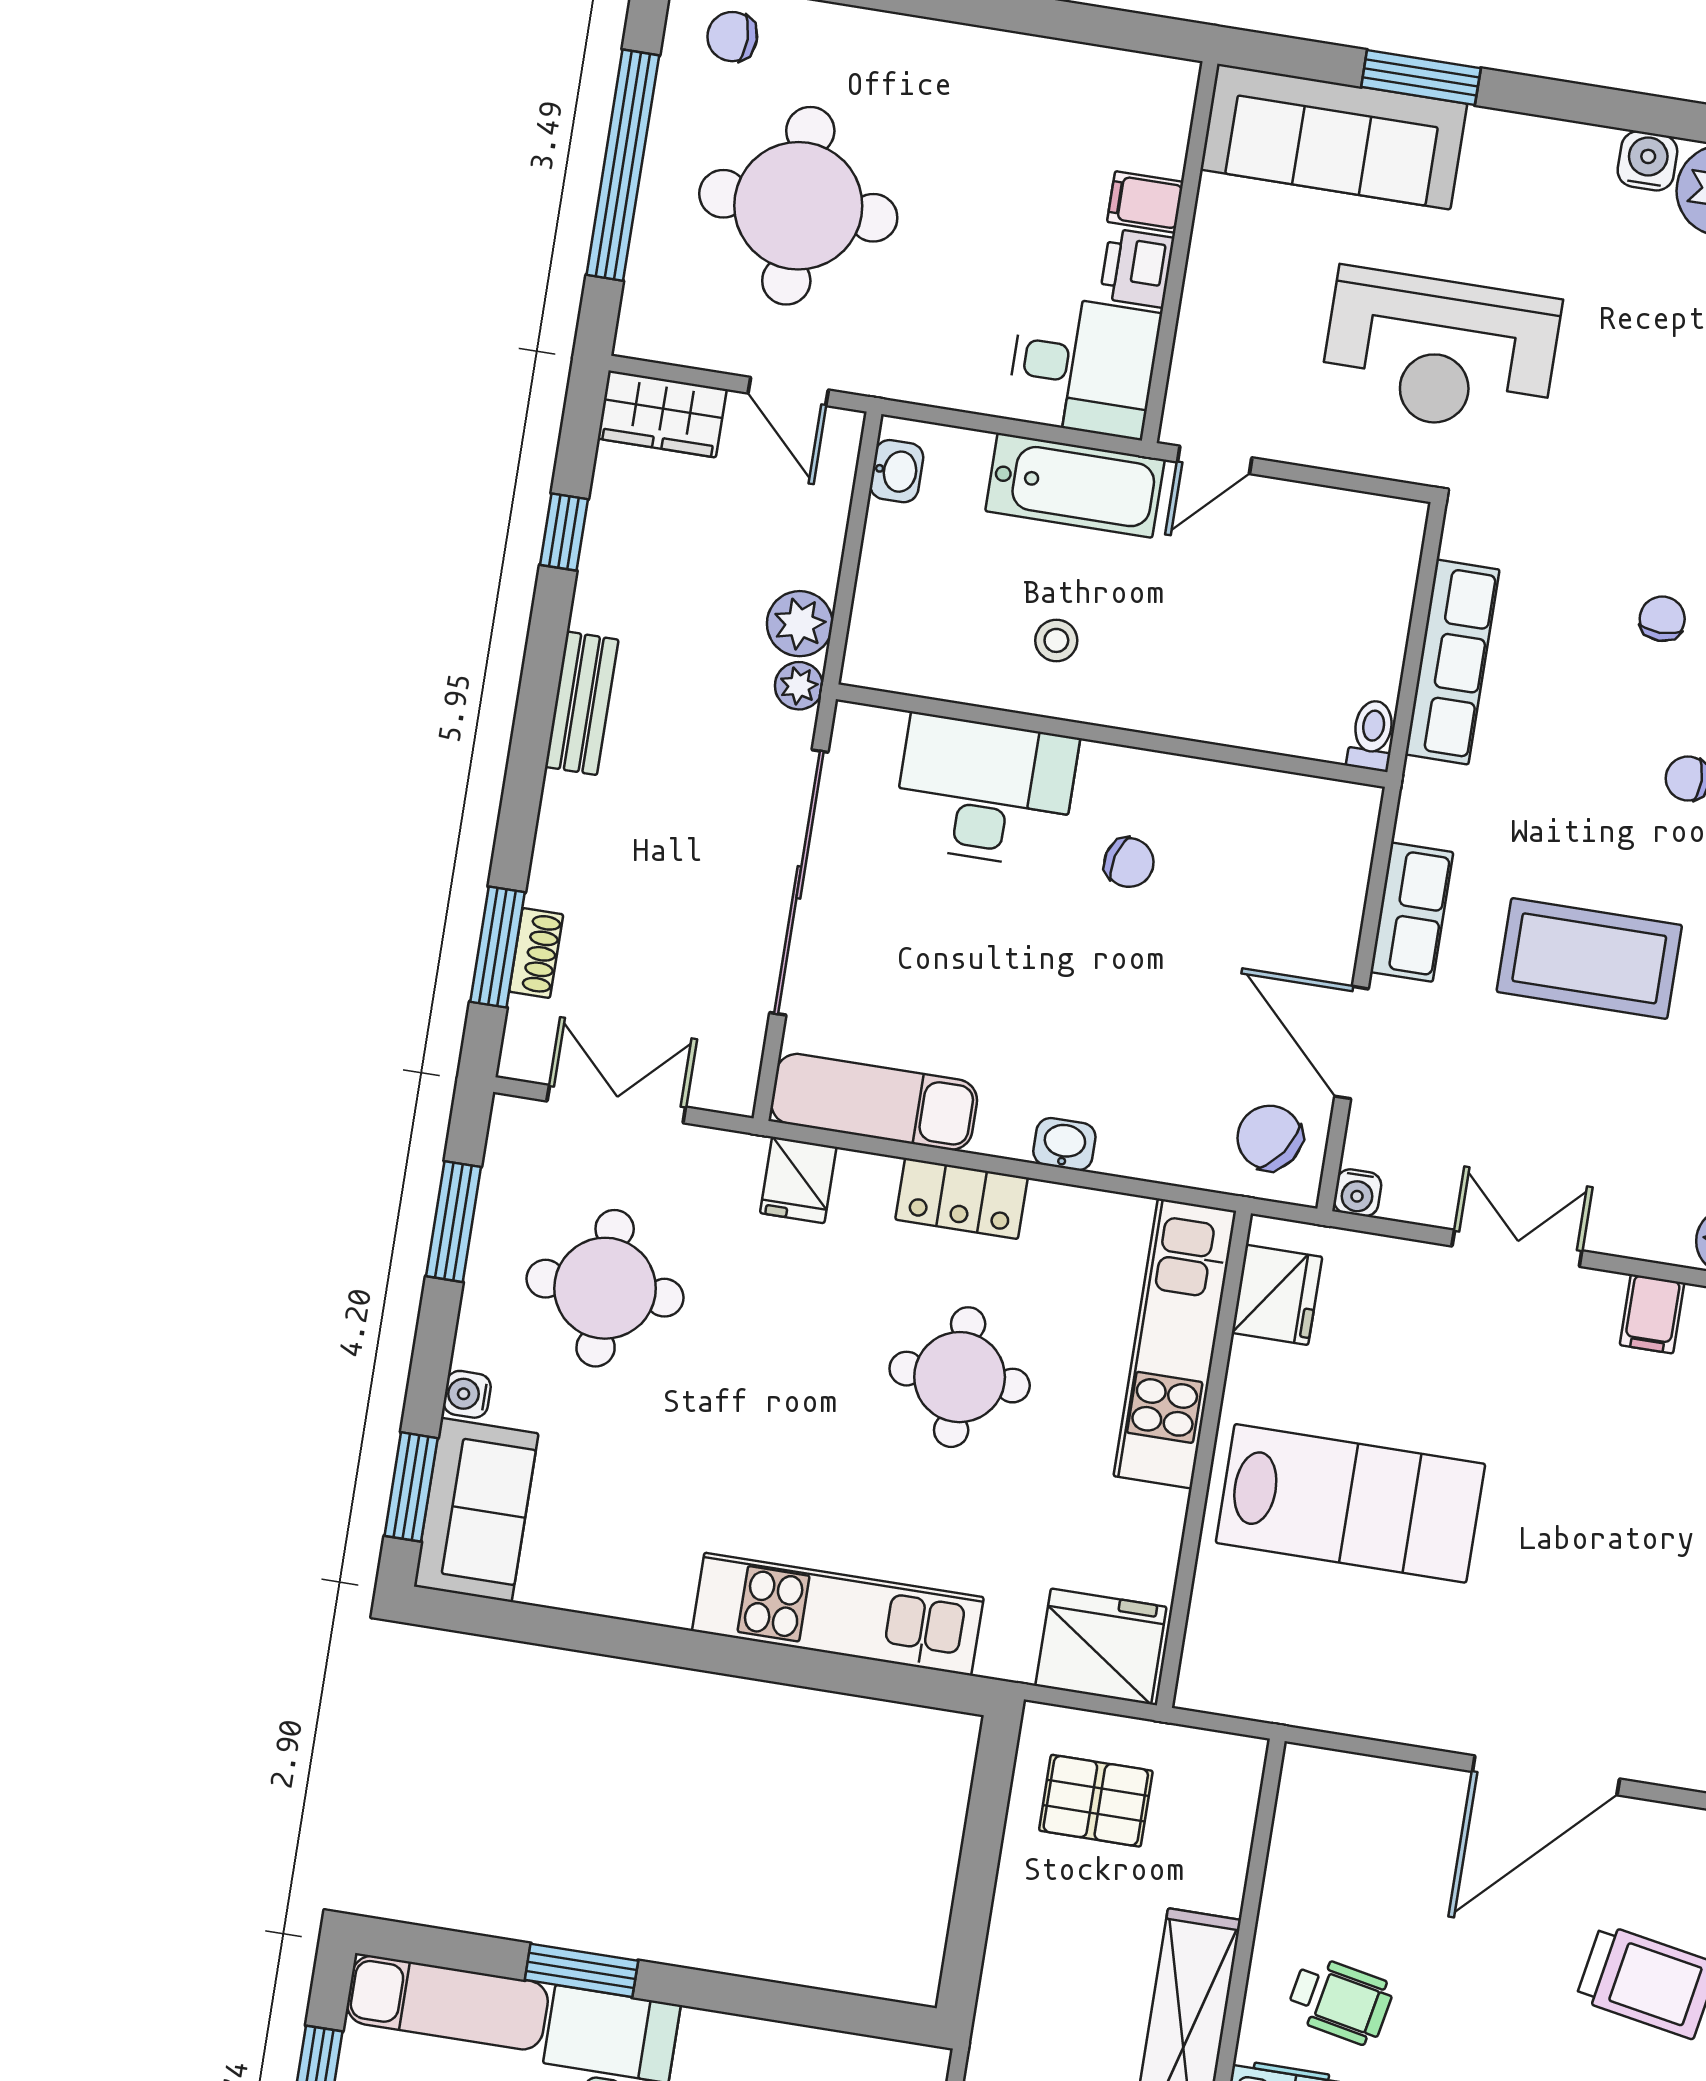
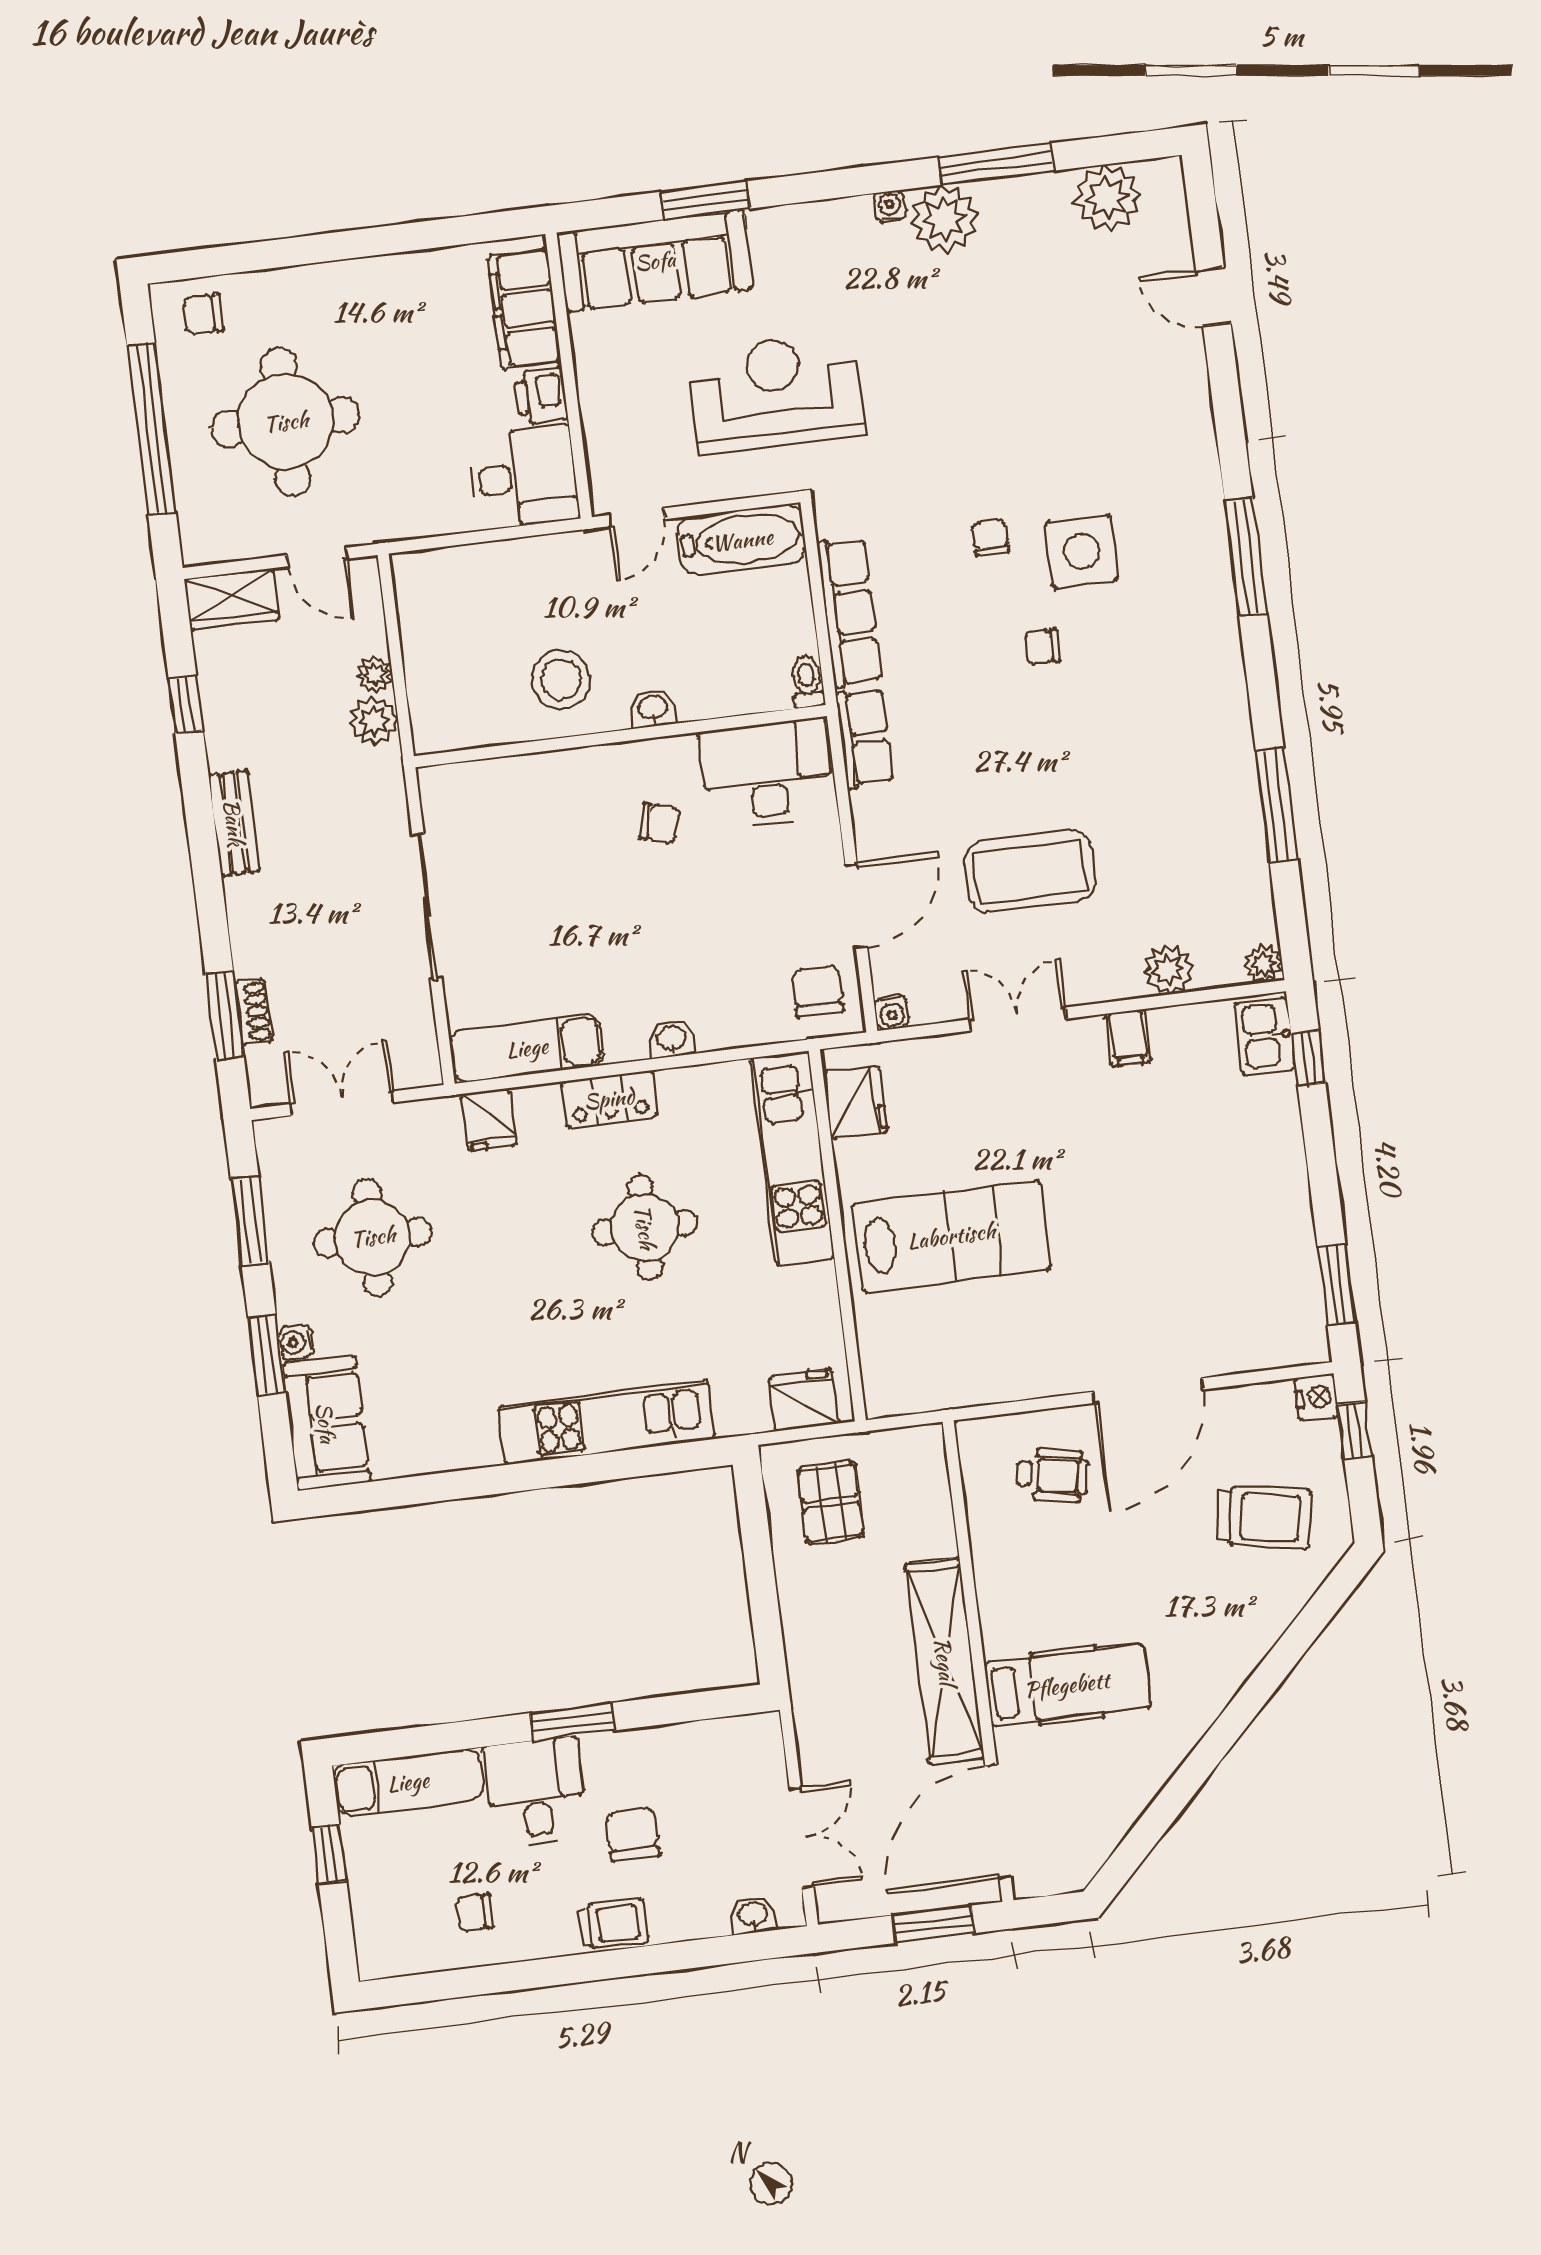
water cooler: (1647, 161) -> (890, 206), width x0.72, depth x0.72
filing cabinet: (1145, 202) -> (524, 309), width x3.00, depth x1.17
reception desk: (1440, 352) -> (776, 393), turned 180
washbasin: (897, 471) -> (653, 708), moved, turned -90
bathtub: (1075, 485) -> (742, 540), moved
stool: (1056, 640) -> (561, 679), width x1.89, depth x1.89
plant: (799, 686) -> (375, 675), moved
desk: (985, 791) -> (767, 774), moved
sliding door: (799, 882) -> (427, 906), width x0.73
row of seats: (1412, 912) -> (865, 738), moved
coffee table: (1589, 958) -> (1030, 871), moved
door: (1352, 1043) -> (856, 906), swing flipped
chair: (1270, 1138) -> (817, 991), turned 55
window: (411, 1487) -> (267, 1355), moved
fridge: (1101, 1646) -> (804, 1400), width x0.73, depth x0.75
pallet: (1096, 1801) -> (831, 1502), turned 90
window: (581, 1970) -> (572, 1722), moved
wheelchair: (1340, 2001) -> (1053, 1475), moved

